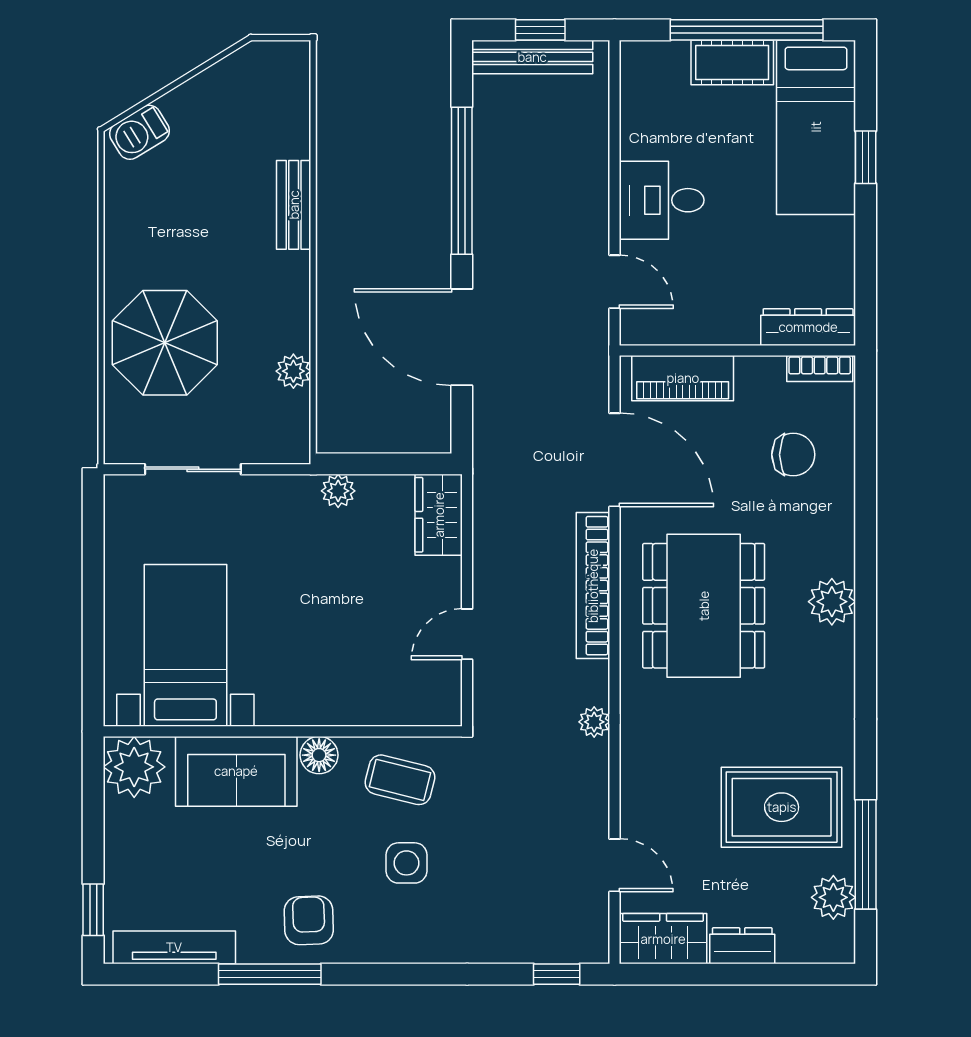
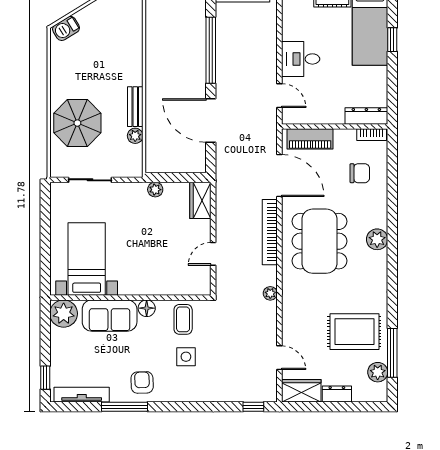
bench: (294, 205) -> (135, 107), moved
coffee table: (400, 780) -> (183, 319), turned 76

